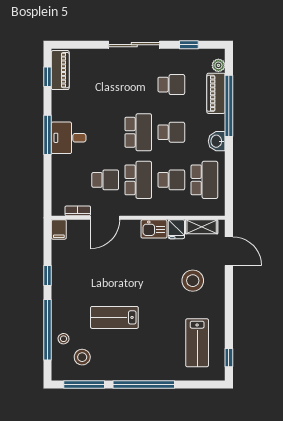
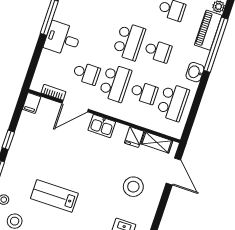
desk: (69, 138) -> (63, 39), moved
kitchen sink: (154, 229) -> (102, 126), moved

